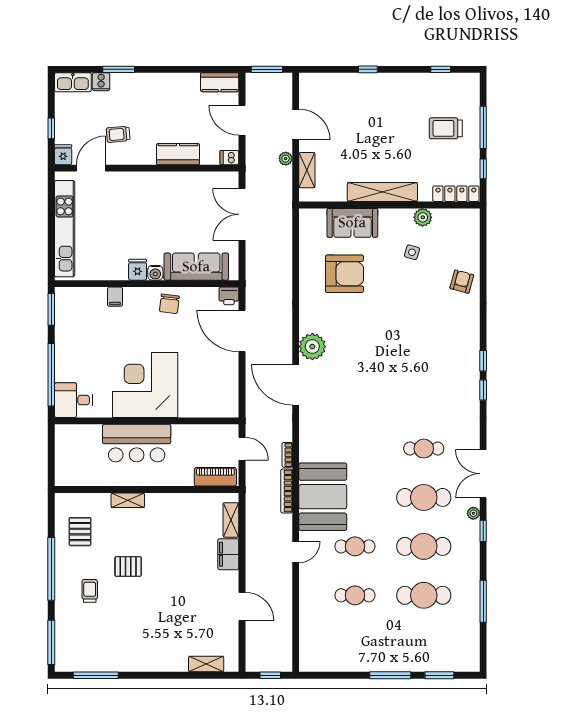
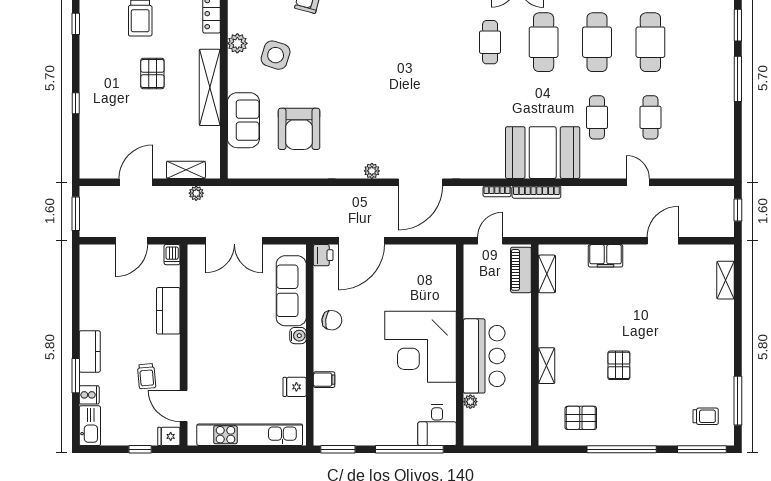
kitchen counter: (220, 82) -> (90, 351), moved
pallet: (395, 140) -> (152, 74), added
plant: (286, 159) -> (196, 193), moved
side table: (412, 252) -> (276, 55), width x1.87, depth x1.87
fridge: (138, 270) -> (295, 387), moved
armchair: (344, 274) -> (299, 129), turned 180
plant: (312, 347) -> (372, 171), width x0.53, depth x0.53
plant: (95, 431) -> (470, 402), added
shelving: (231, 520) -> (547, 274), moved, turned 90
door: (296, 552) -> (638, 182), moved
trolley: (90, 591) -> (706, 416), moved, turned 180

